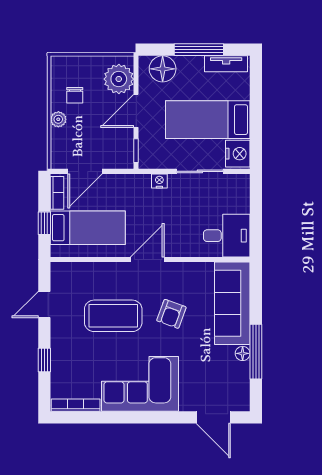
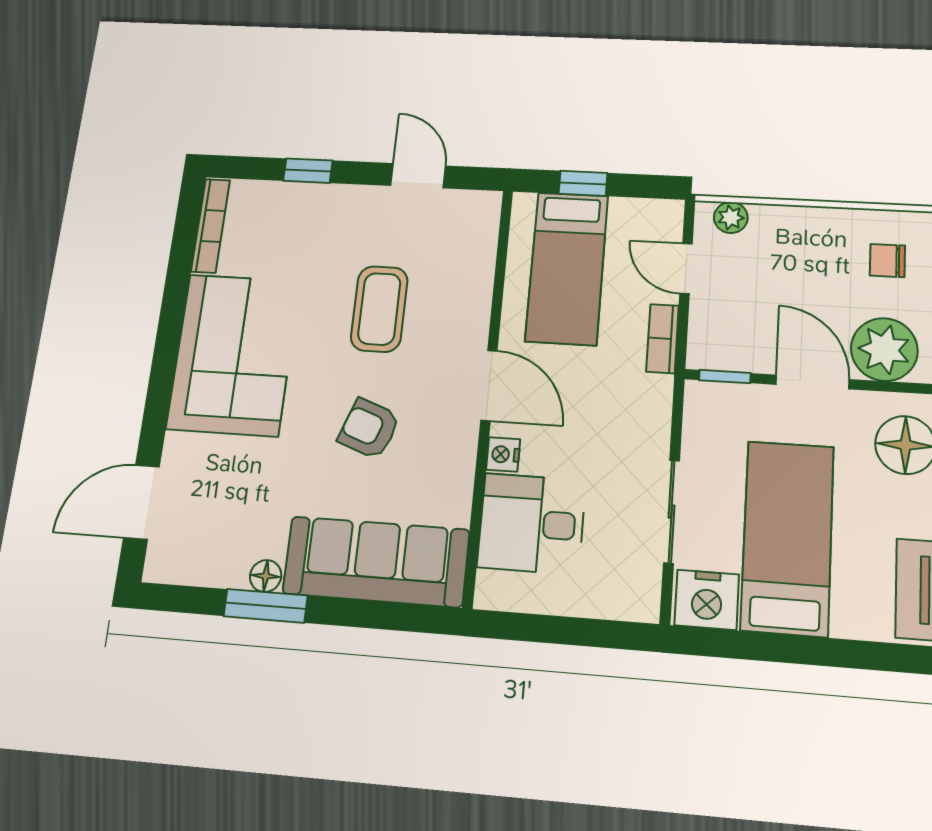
chair: (75, 95) -> (887, 261), moved
plant: (58, 119) -> (731, 218), moved
door: (85, 171) -> (686, 269), width x0.73
nightstand: (159, 181) -> (503, 454), moved, turned 180
bookcase: (57, 193) -> (662, 339), moved, turned 90
desk: (227, 236) -> (532, 524), moved, turned 90
coffee table: (113, 316) -> (379, 309), width x0.73, depth x0.76
window: (256, 352) -> (266, 606), width x0.69

